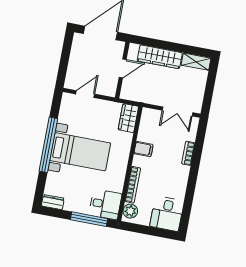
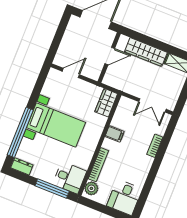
window: (48, 145) -> (20, 132), moved

